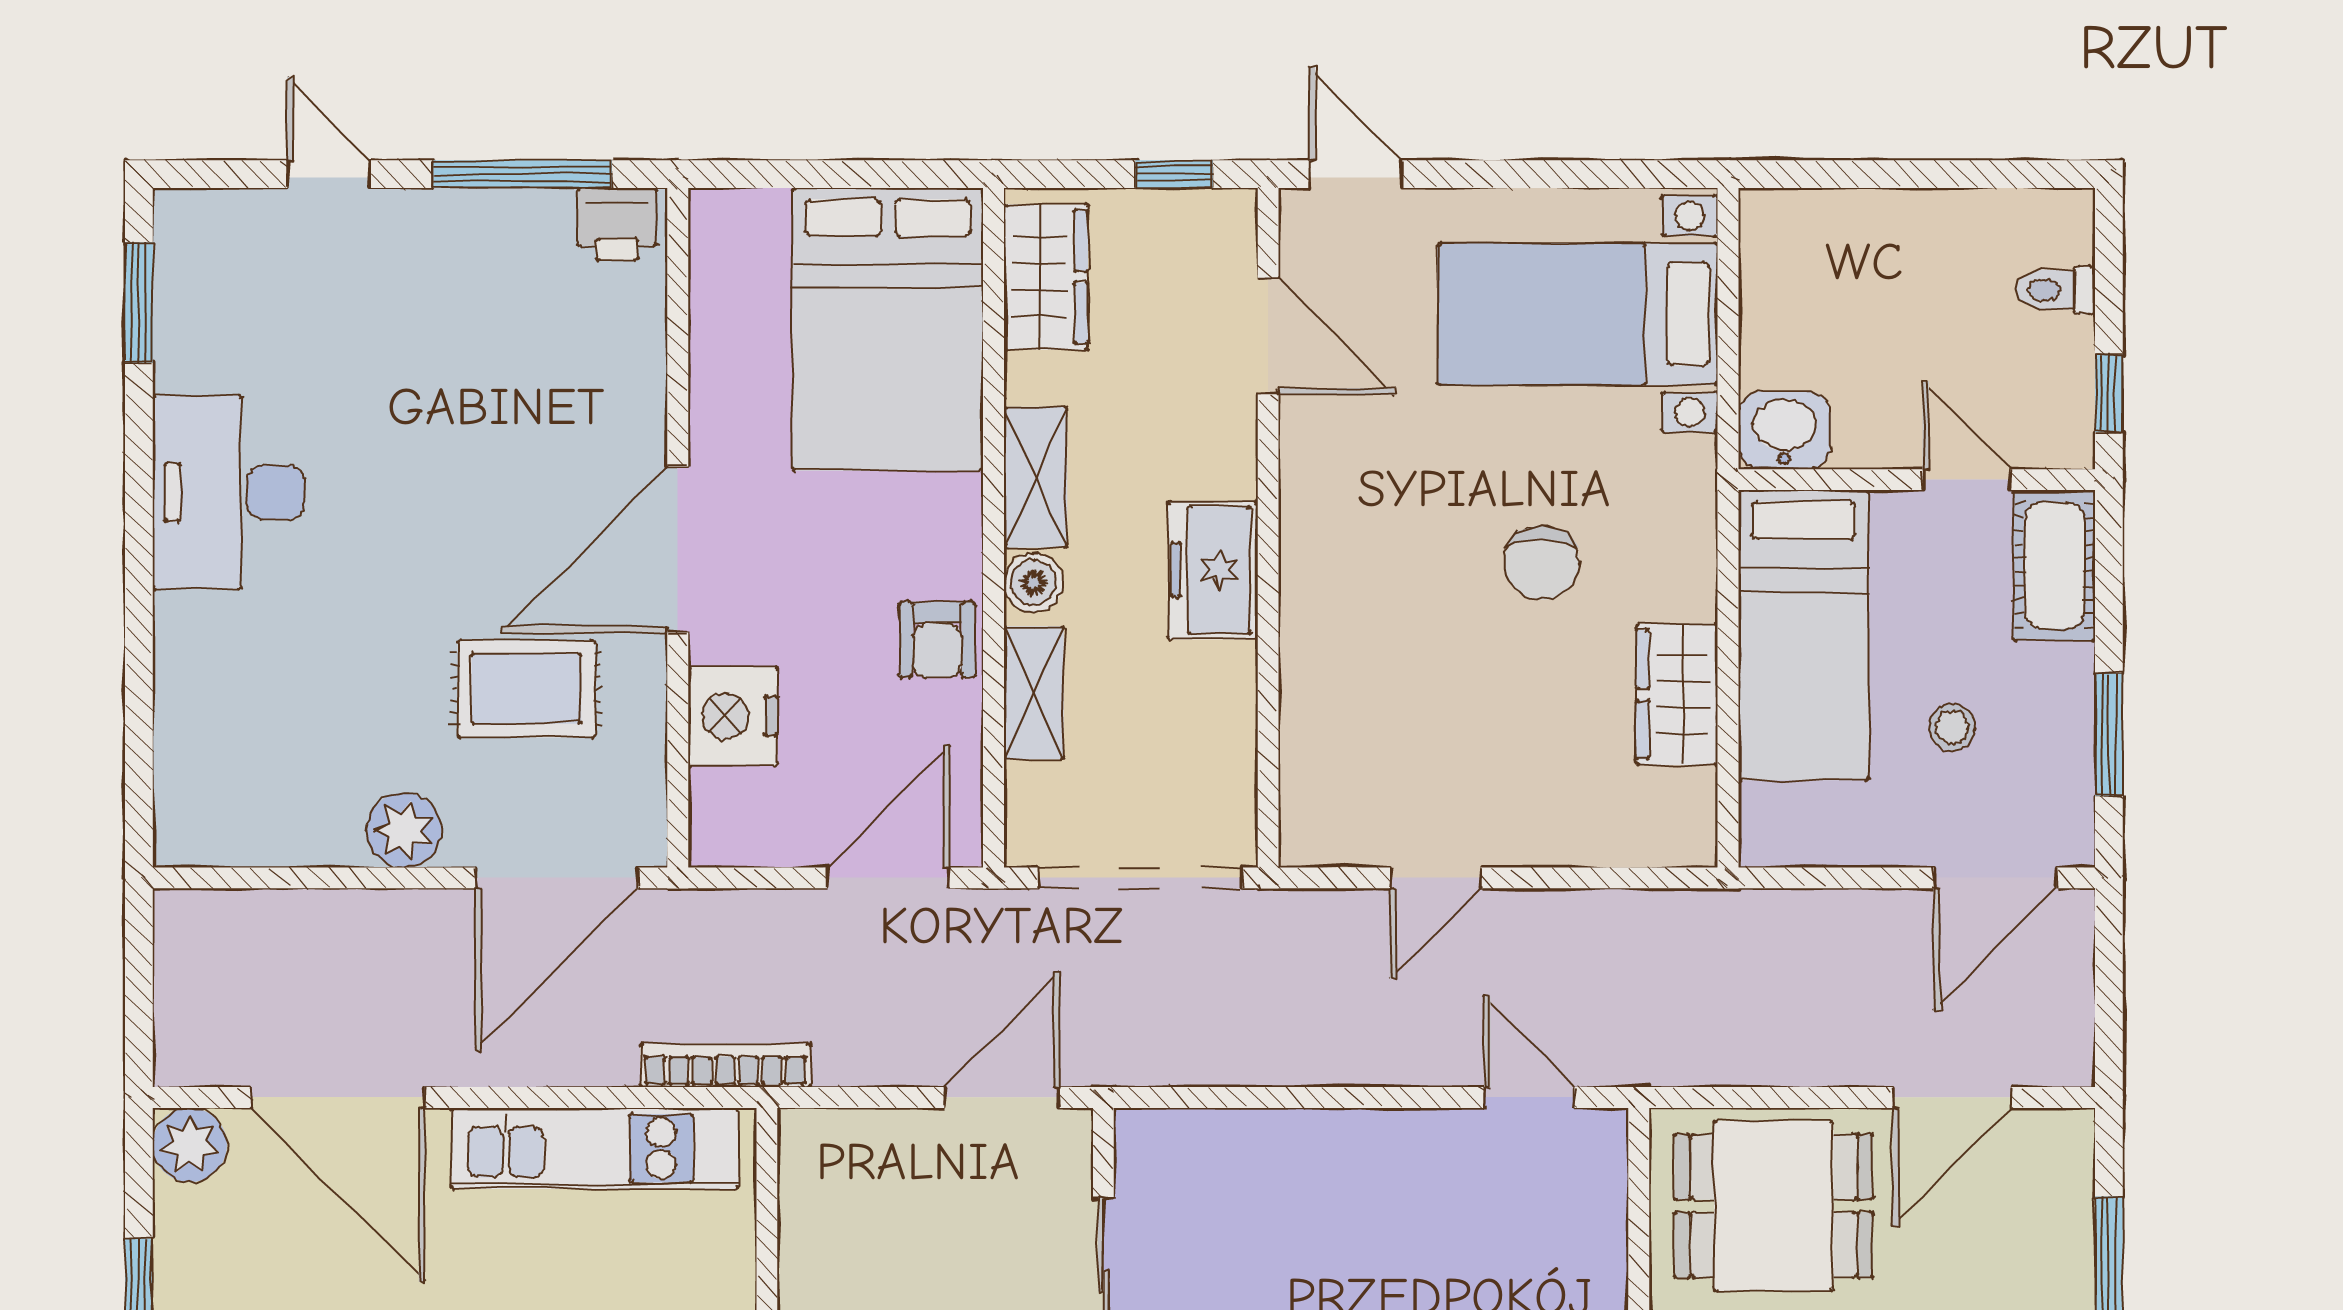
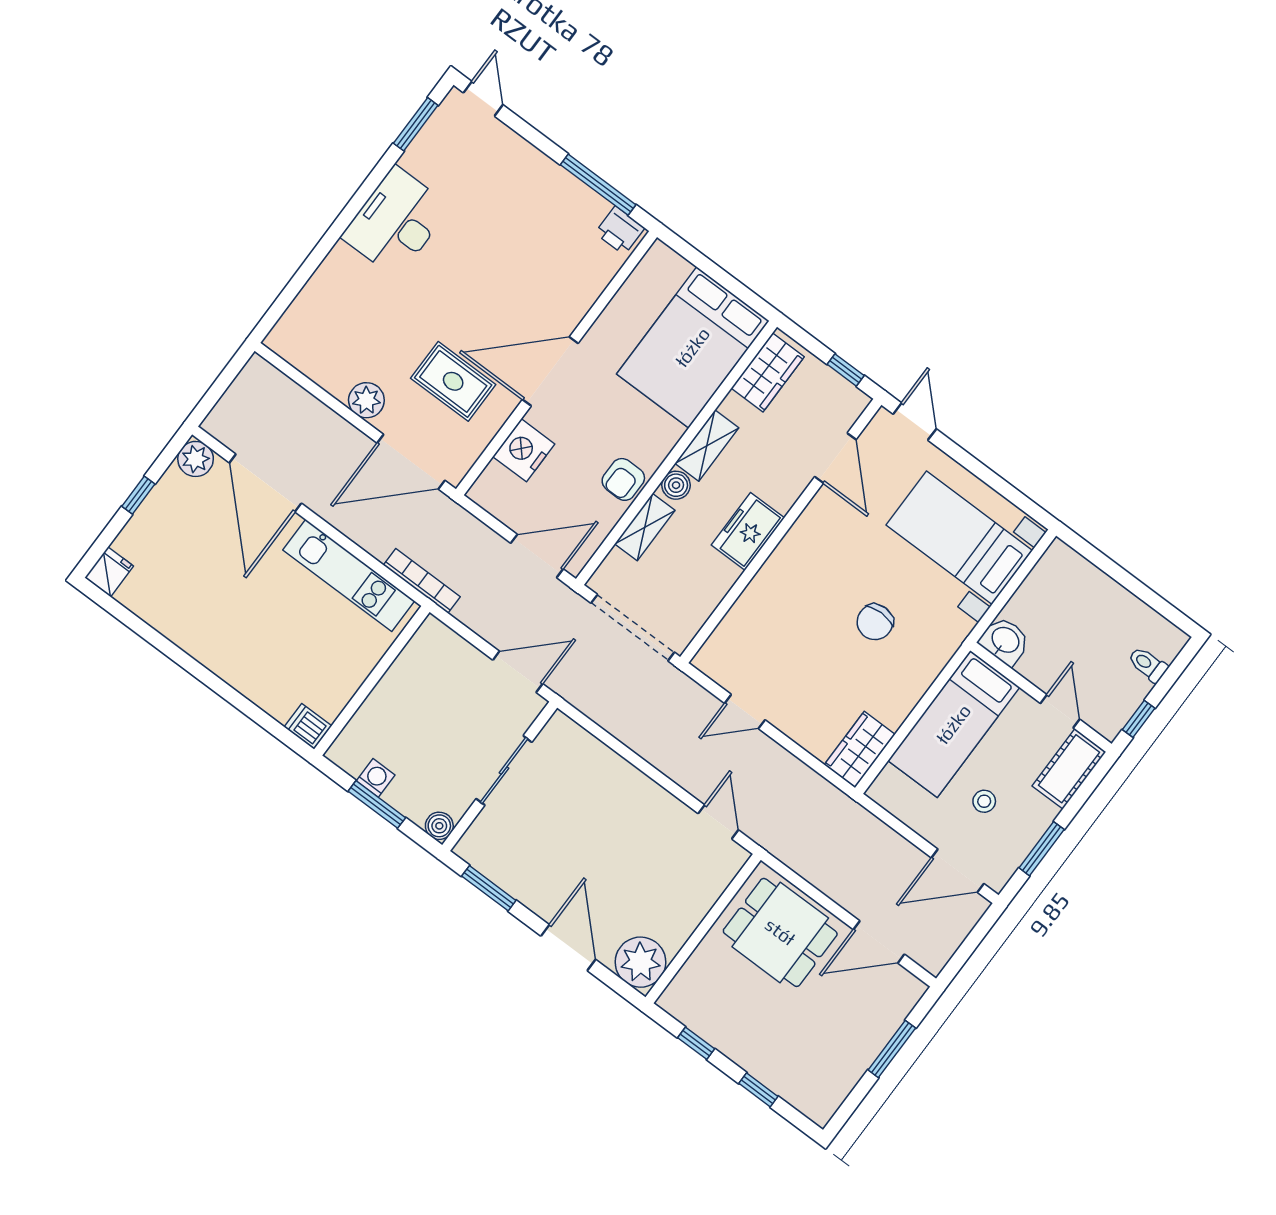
door: (329, 174) -> (483, 99), moved
wardrobe: (1677, 694) -> (860, 750), moved

